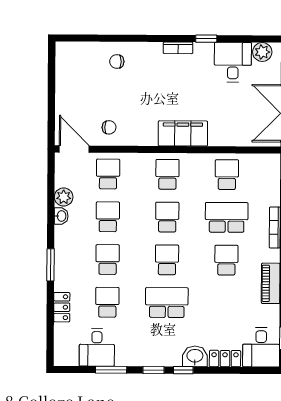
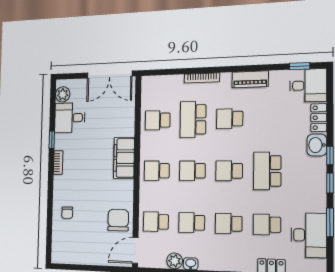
chair: (109, 127) -> (118, 220), width x1.87, depth x1.87
desk: (97, 347) -> (309, 235), width x1.37

